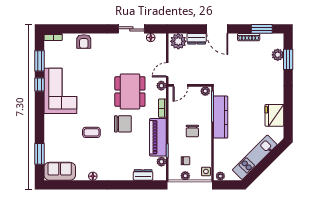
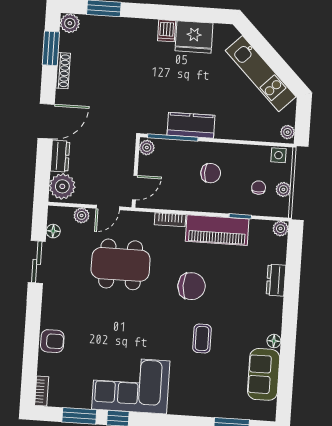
plant: (278, 55) -> (70, 23), moved
door: (167, 70) -> (108, 208), hinge flipped
door: (180, 85) -> (135, 188), hinge flipped
plant: (161, 86) -> (82, 215), moved
dining table: (130, 92) -> (121, 264), moved
dishwasher: (277, 98) -> (167, 31), added
kitchen counter: (221, 117) -> (191, 125), width x0.67
chair: (123, 124) -> (192, 286), turned 90
plant: (161, 162) -> (281, 229), moved
sofa: (60, 171) -> (264, 374), moved
dresser: (143, 175) -> (276, 280), moved

